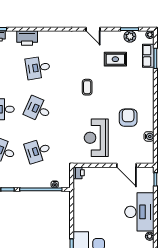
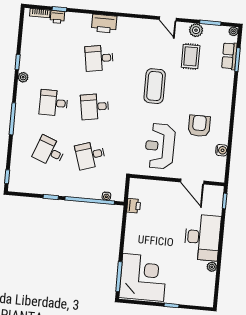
plant: (130, 36) -> (196, 30), moved
printer: (27, 38) -> (104, 24), moved
rug: (115, 59) -> (191, 56), turned 90
coffee table: (87, 87) -> (155, 86), width x1.86, depth x1.72
desk: (38, 109) -> (95, 107), turned -33
printer: (79, 173) -> (134, 206), moved

